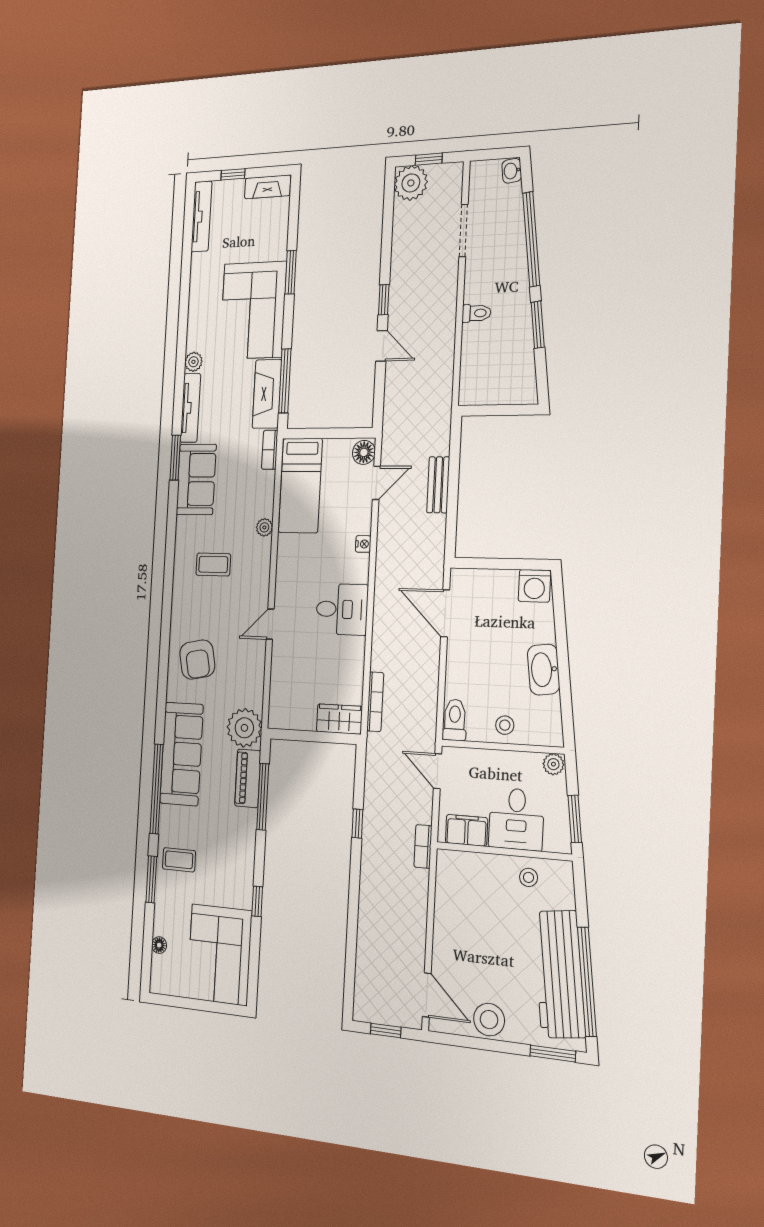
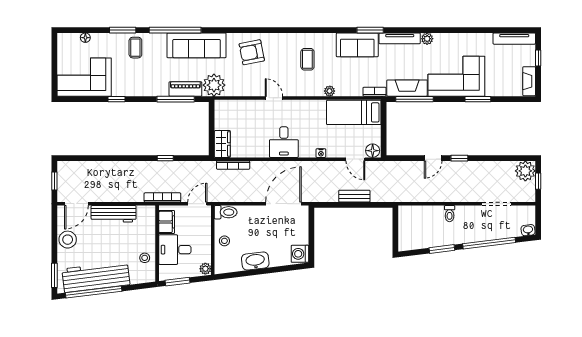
door: (445, 613) -> (283, 204), width x1.36
bookcase: (423, 846) -> (162, 197), width x1.56
workbench: (448, 928) -> (114, 214), added

